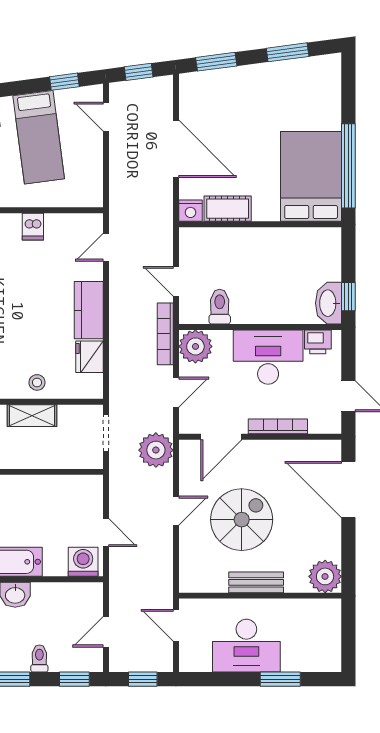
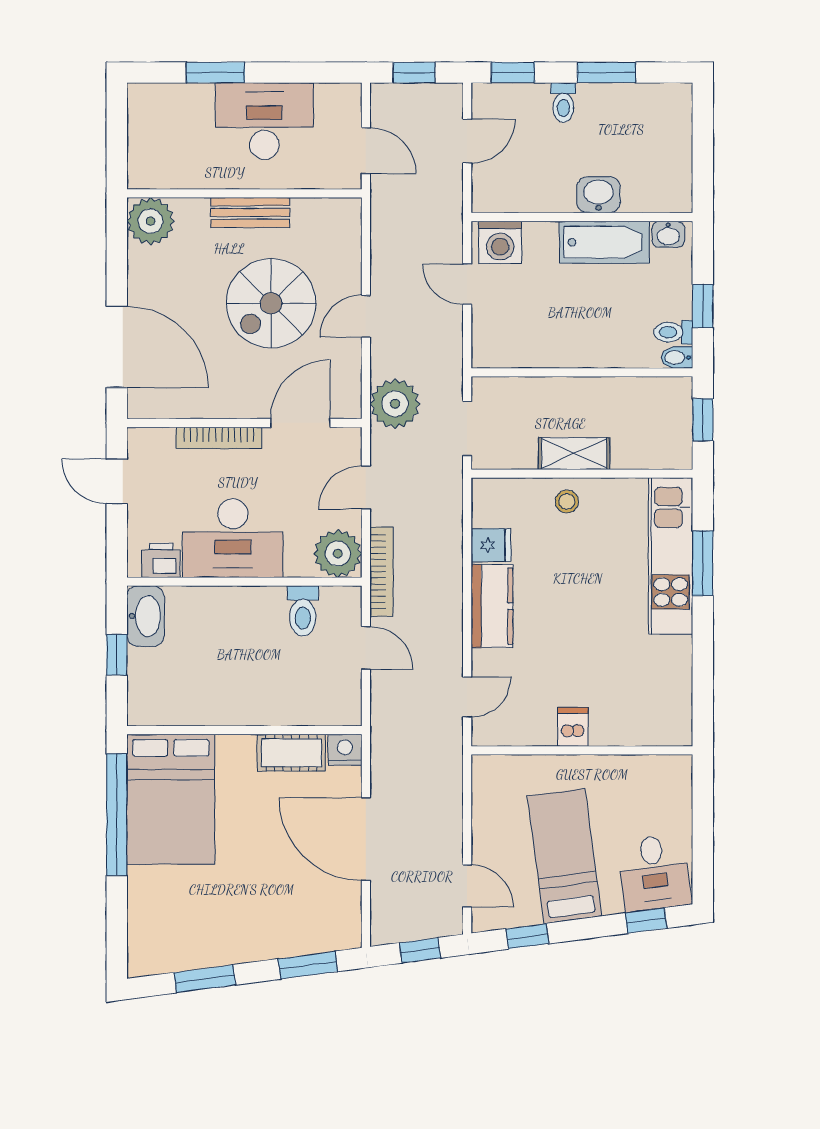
window: (348, 297) -> (117, 655), moved
fridge: (89, 357) -> (491, 545), width x0.72

